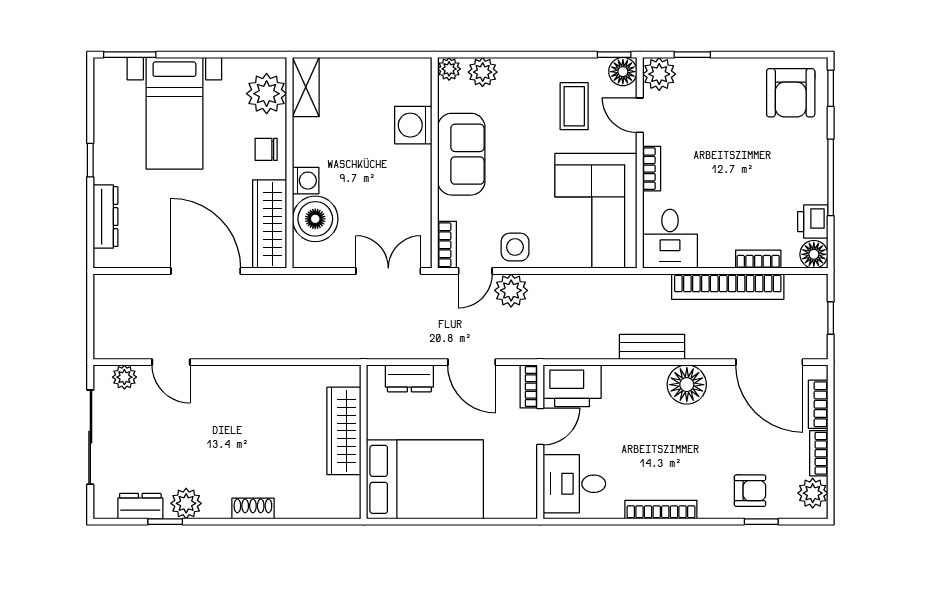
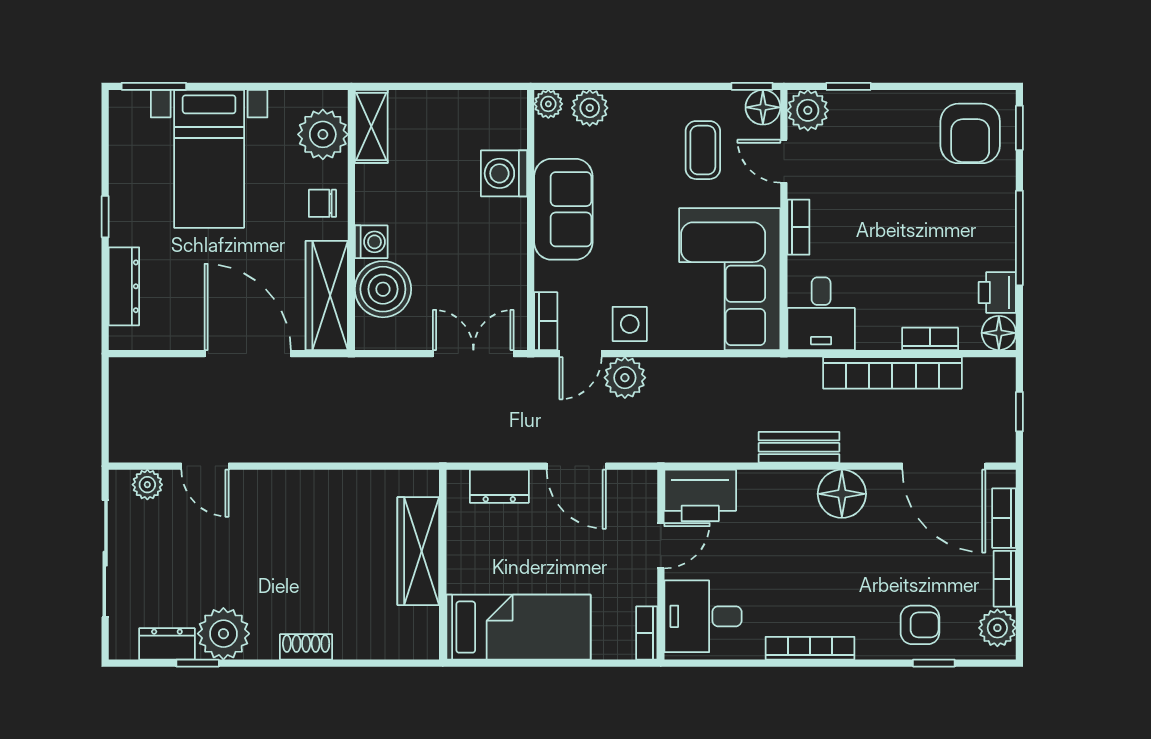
bookcase: (529, 386) -> (647, 633), moved
bed: (425, 479) -> (518, 627), width x0.67
plant: (186, 503) -> (223, 634), width x1.36, depth x1.36

